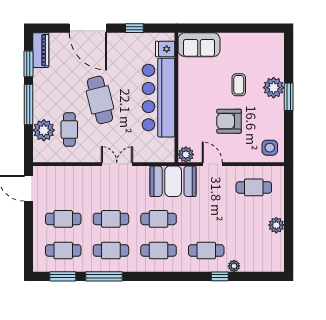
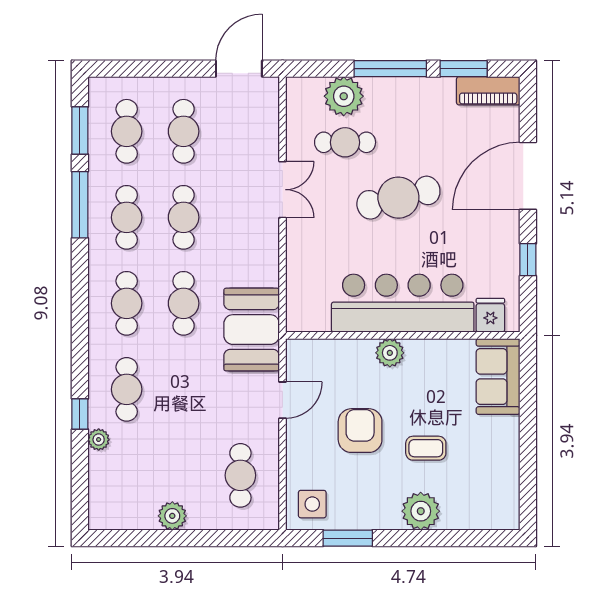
window: (289, 97) -> (348, 538), moved
plant: (186, 154) -> (390, 353), moved
double door: (117, 164) -> (282, 190), moved

